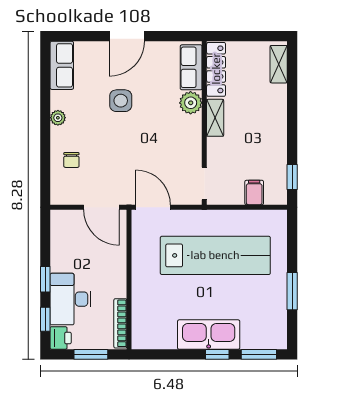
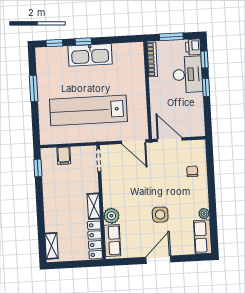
plant: (58, 118) -> (204, 214), moved
window: (259, 354) -> (54, 43), width x0.67

